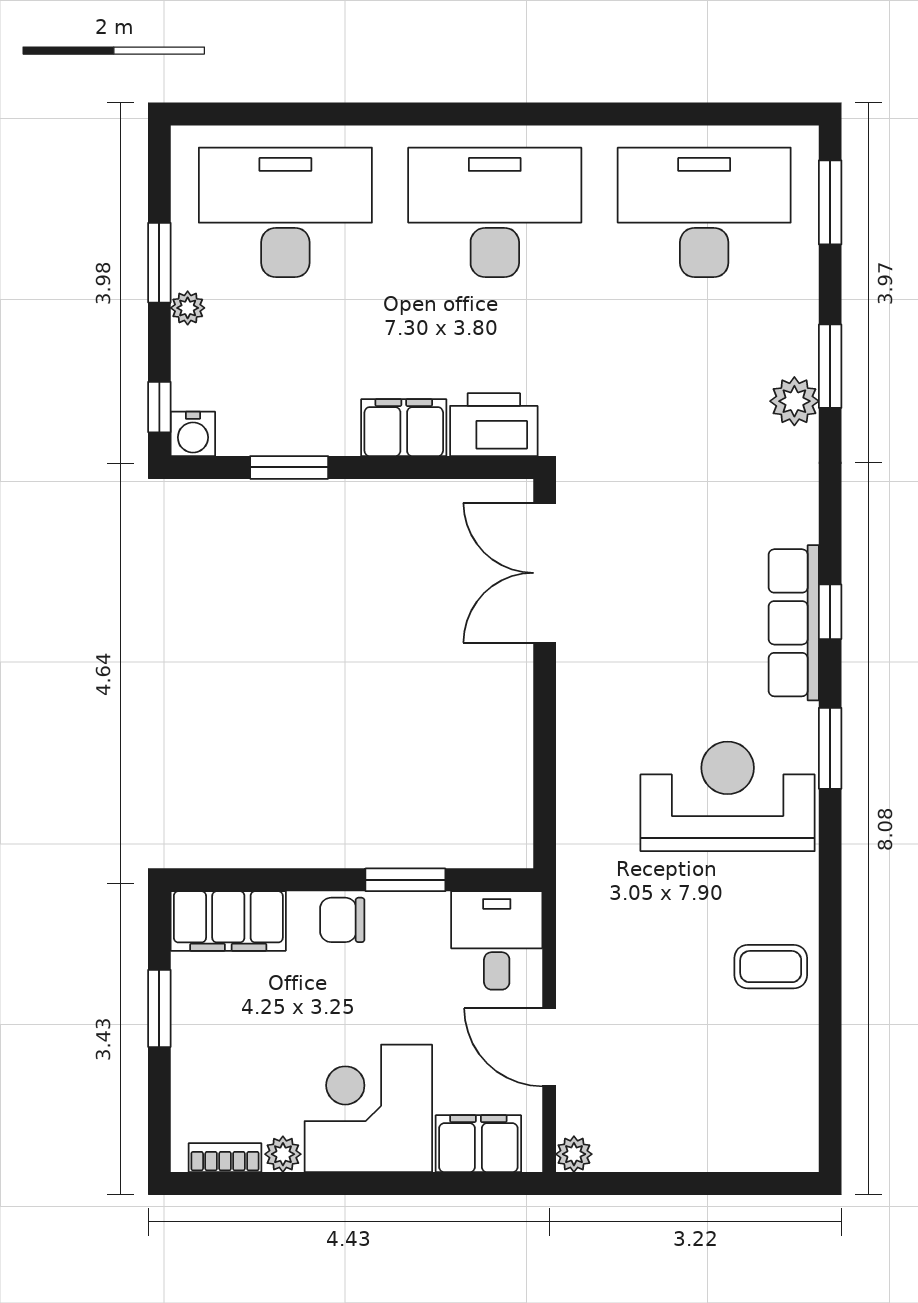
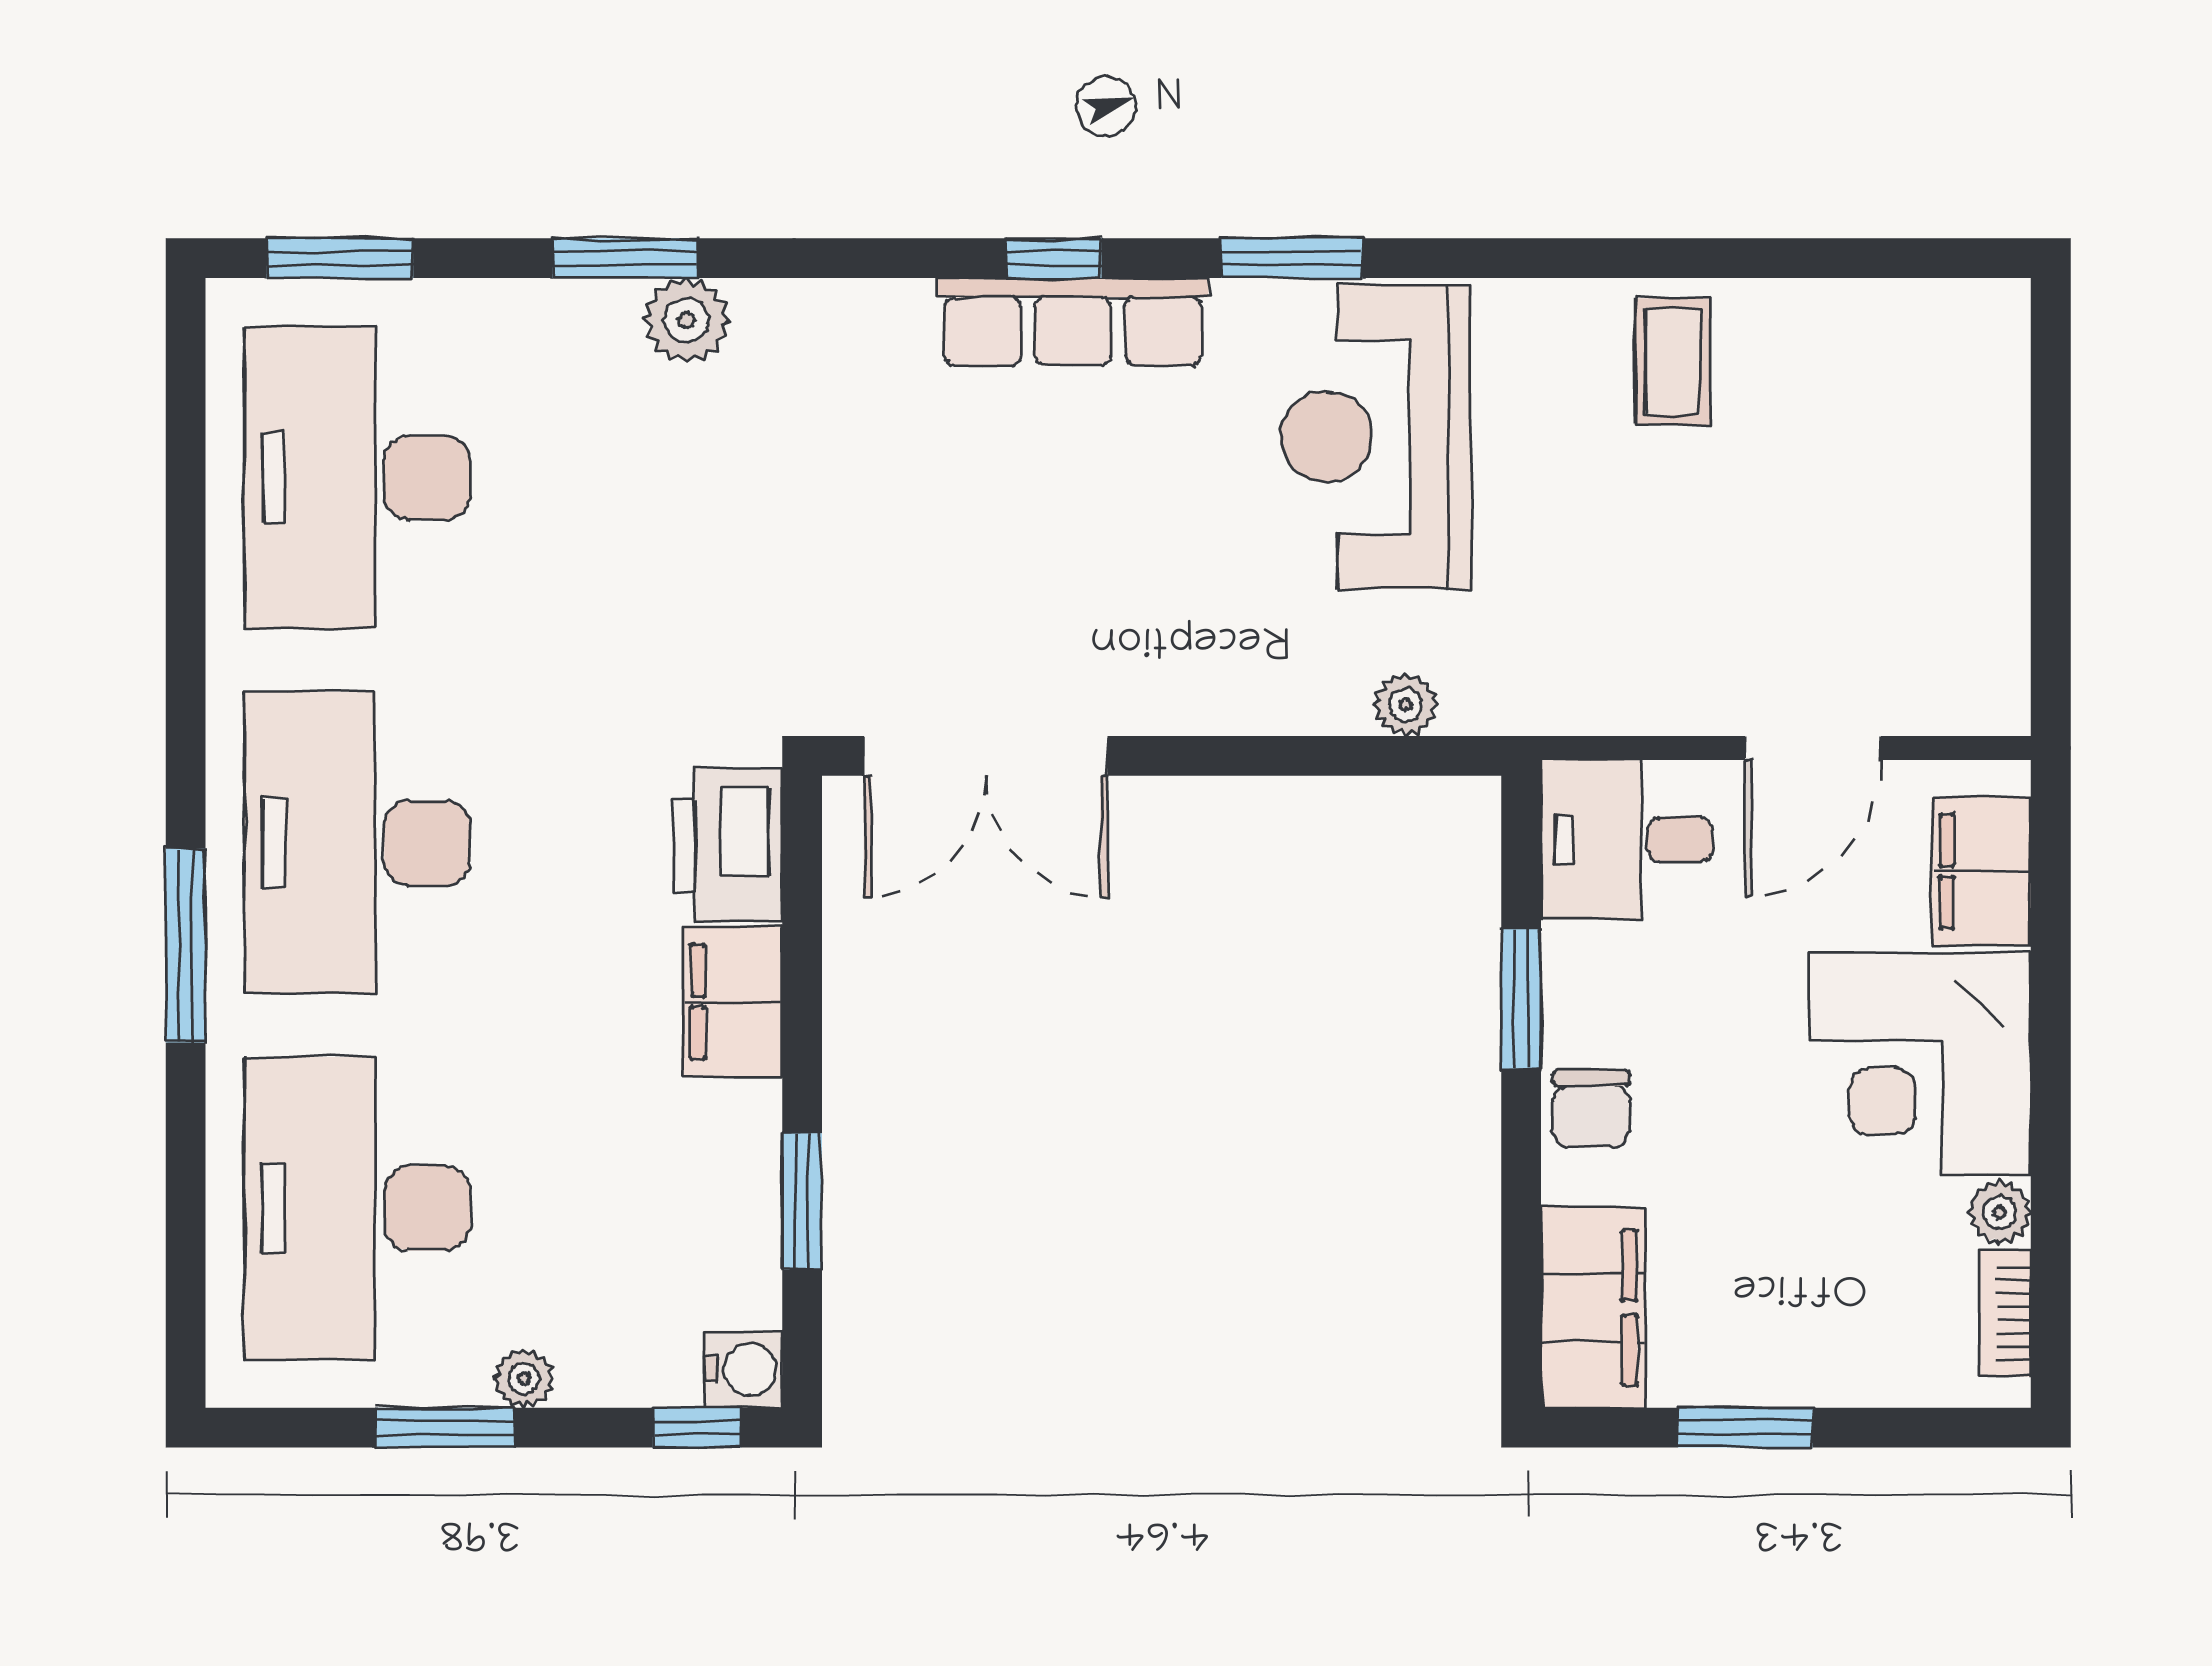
window: (436, 114) -> (186, 946), added
plant: (574, 1154) -> (1406, 705), moved

